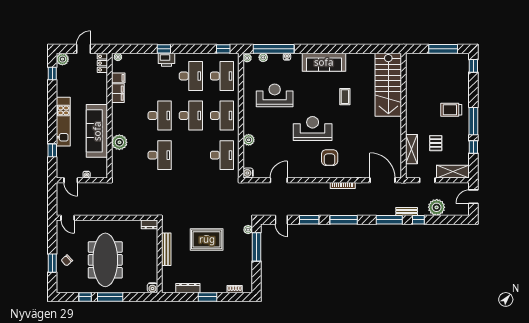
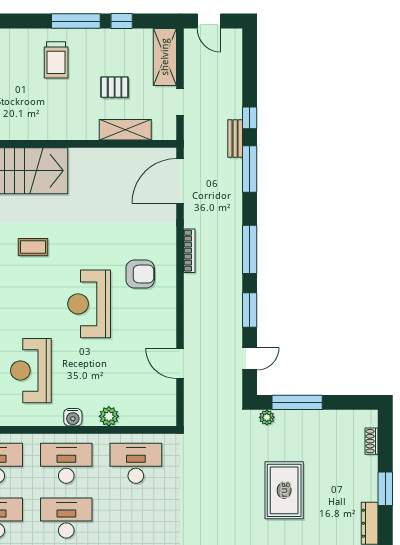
water cooler: (248, 173) -> (73, 417), moved
plant: (437, 207) -> (228, 86), removed

